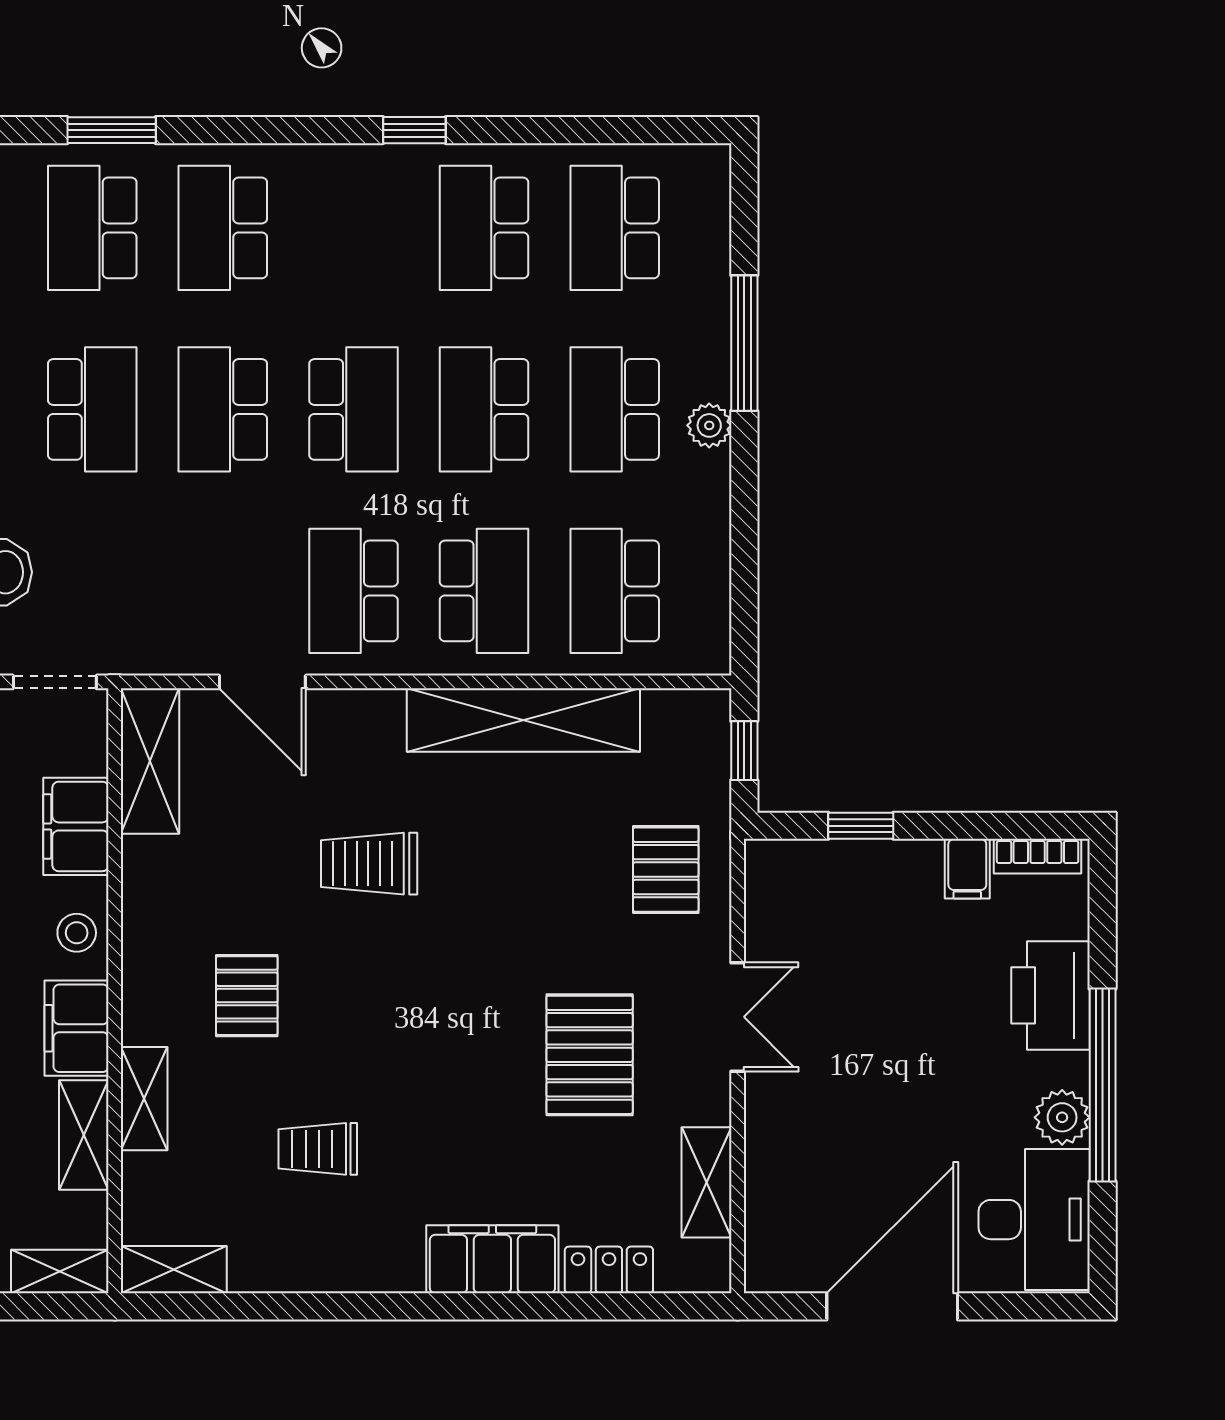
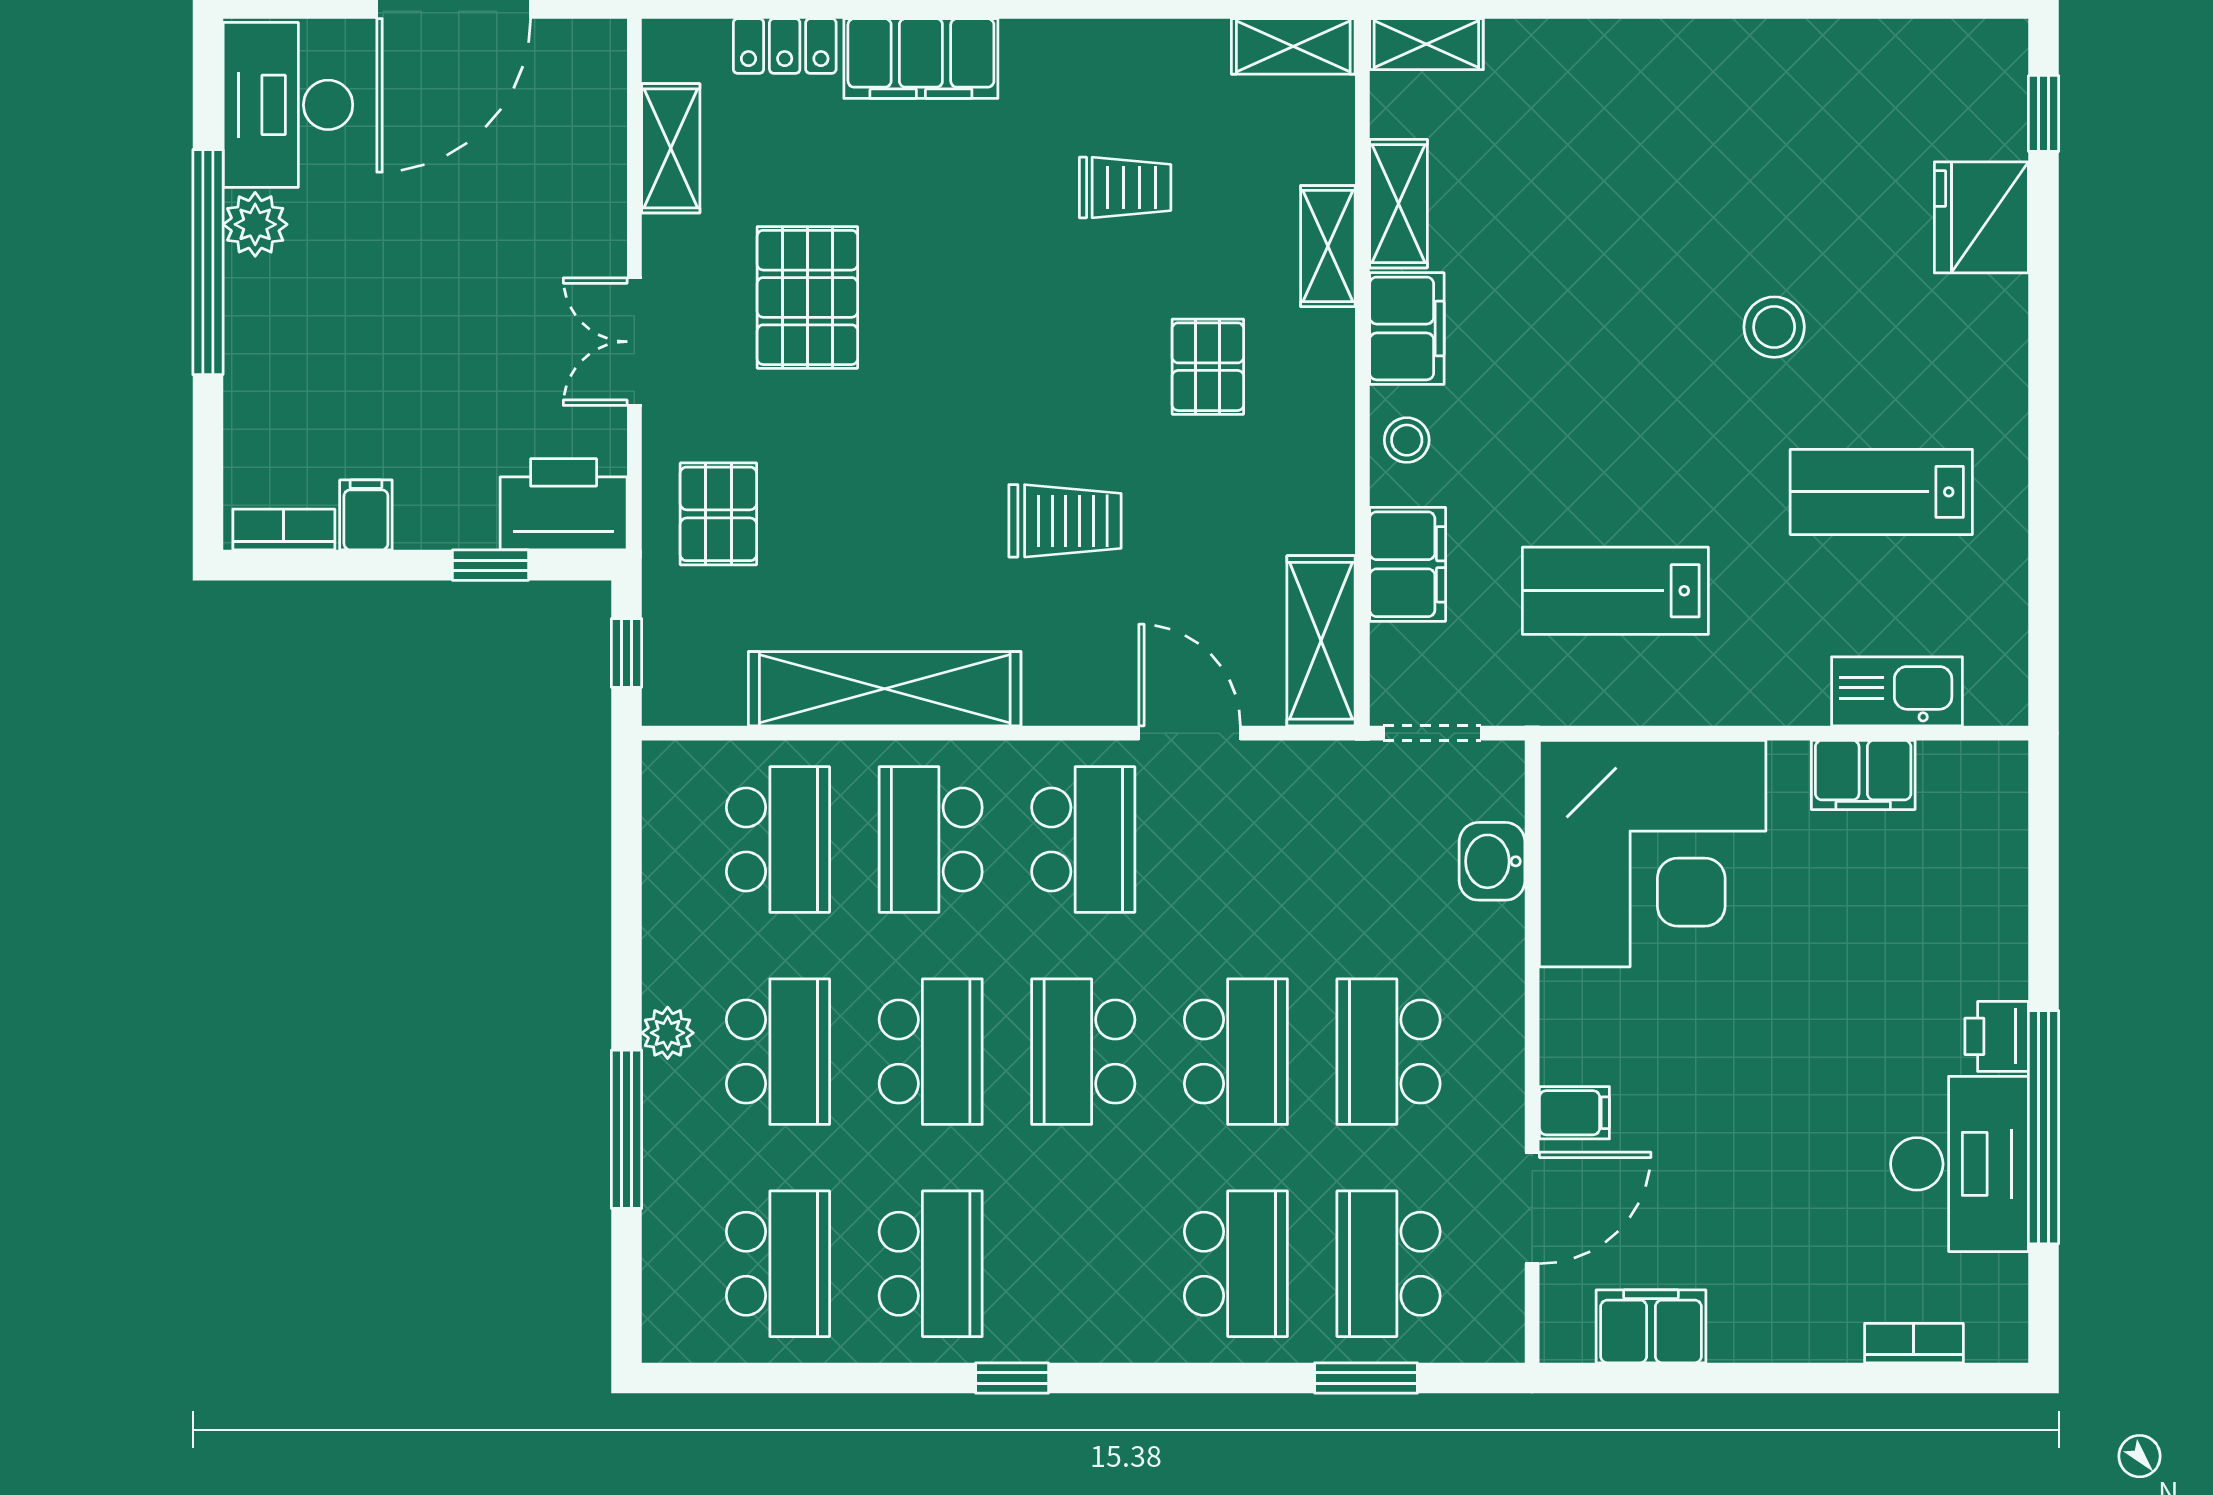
school desk: (92, 228) -> (1389, 1264), turned 180
printer: (1051, 995) -> (564, 504), moved, turned -90

